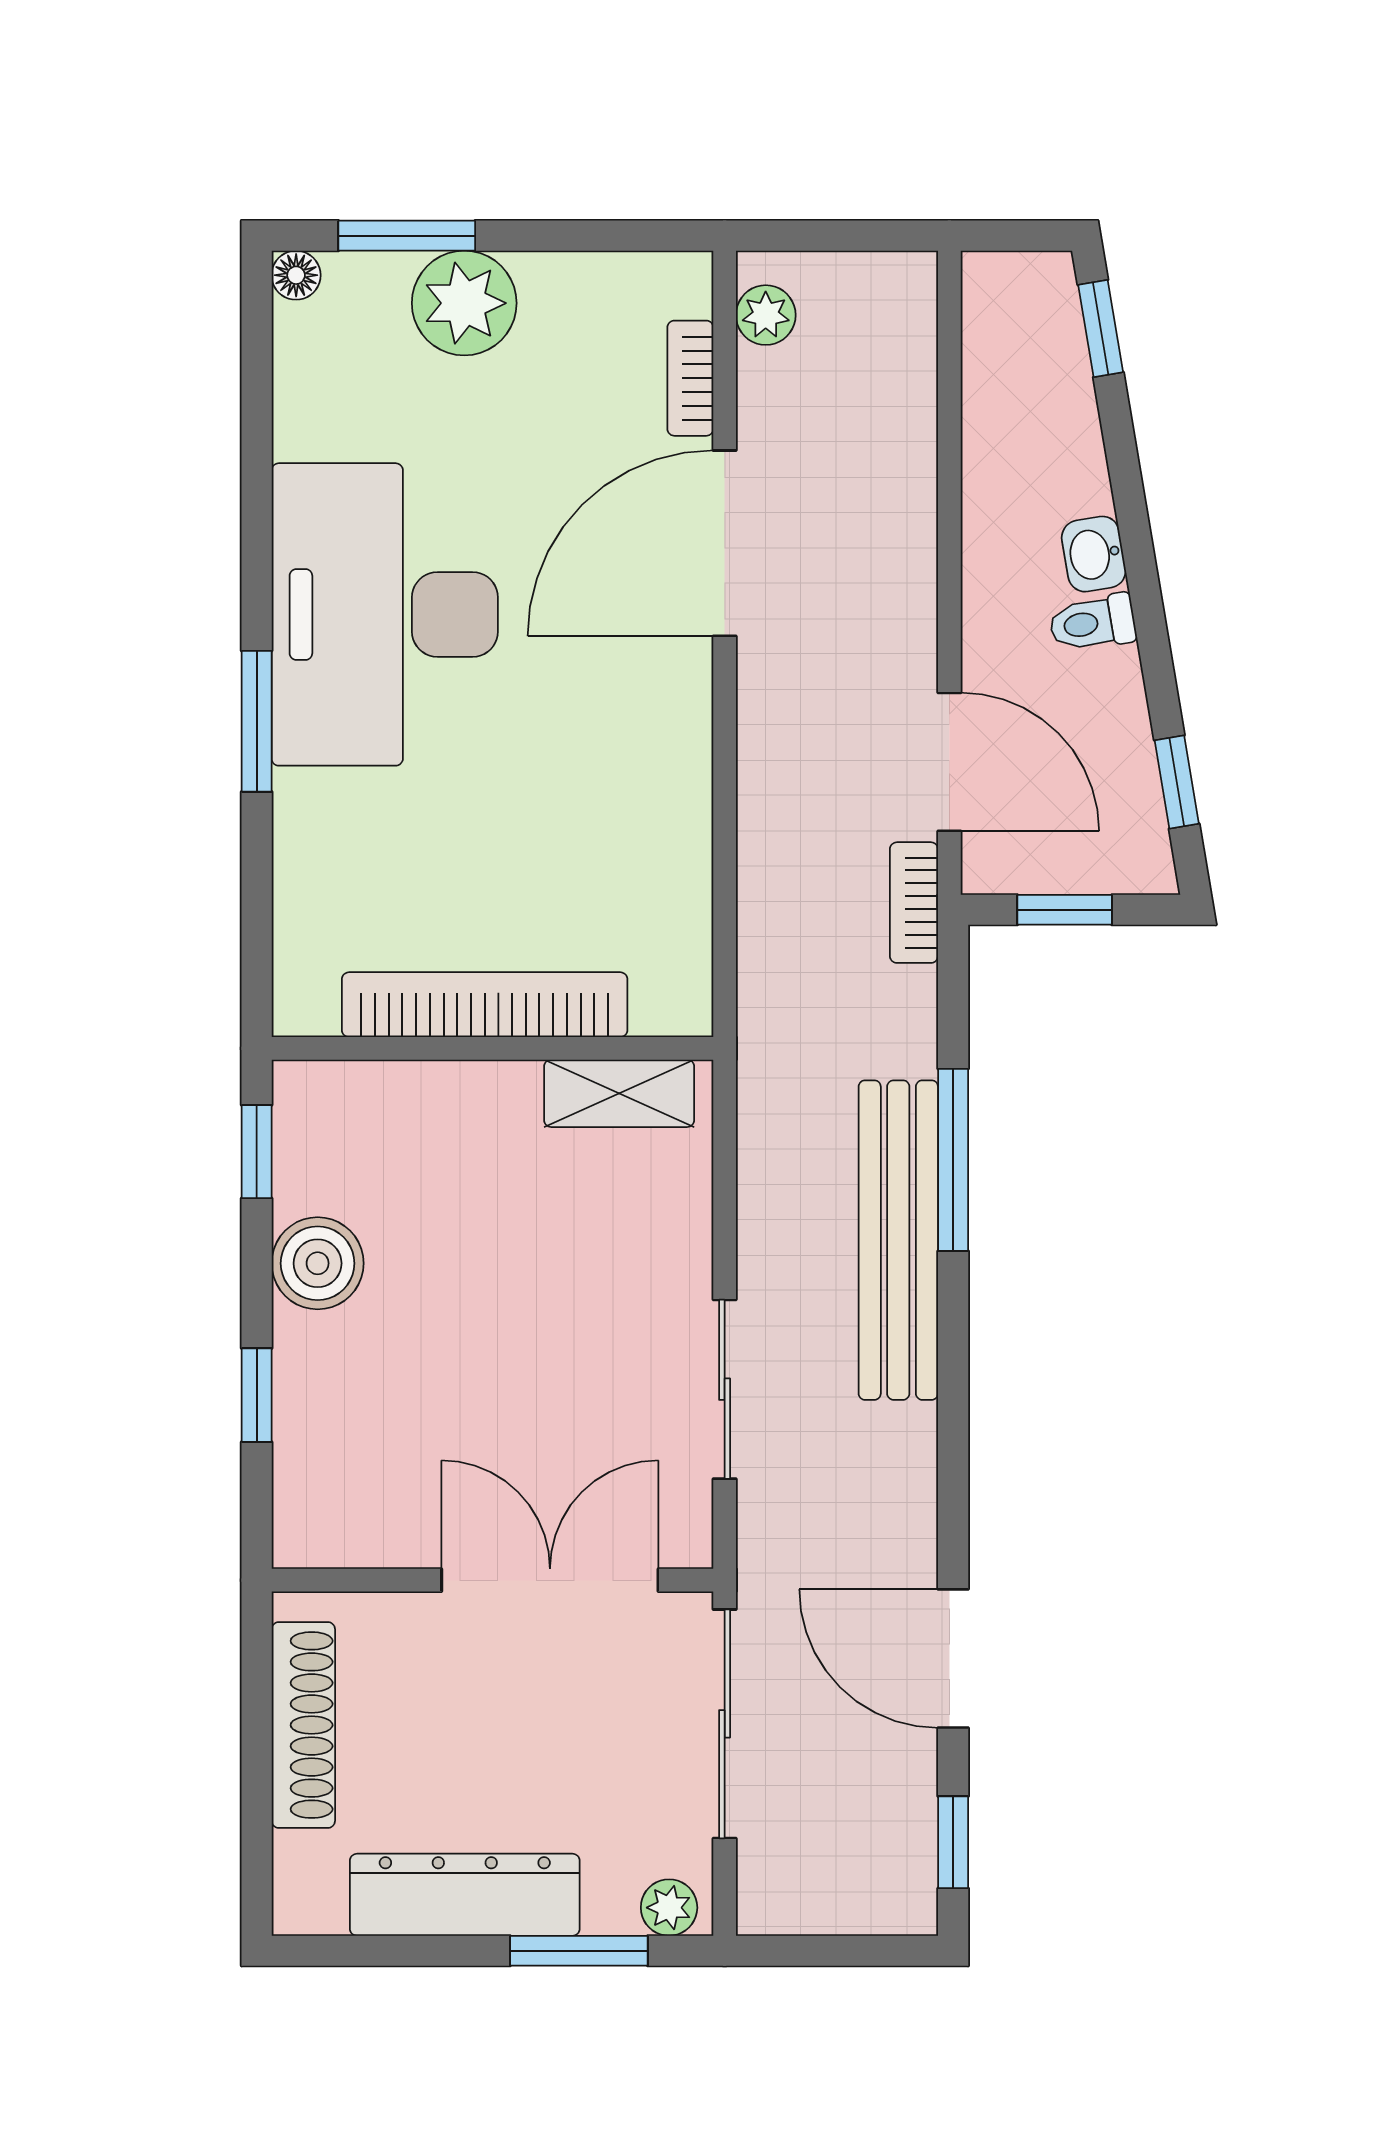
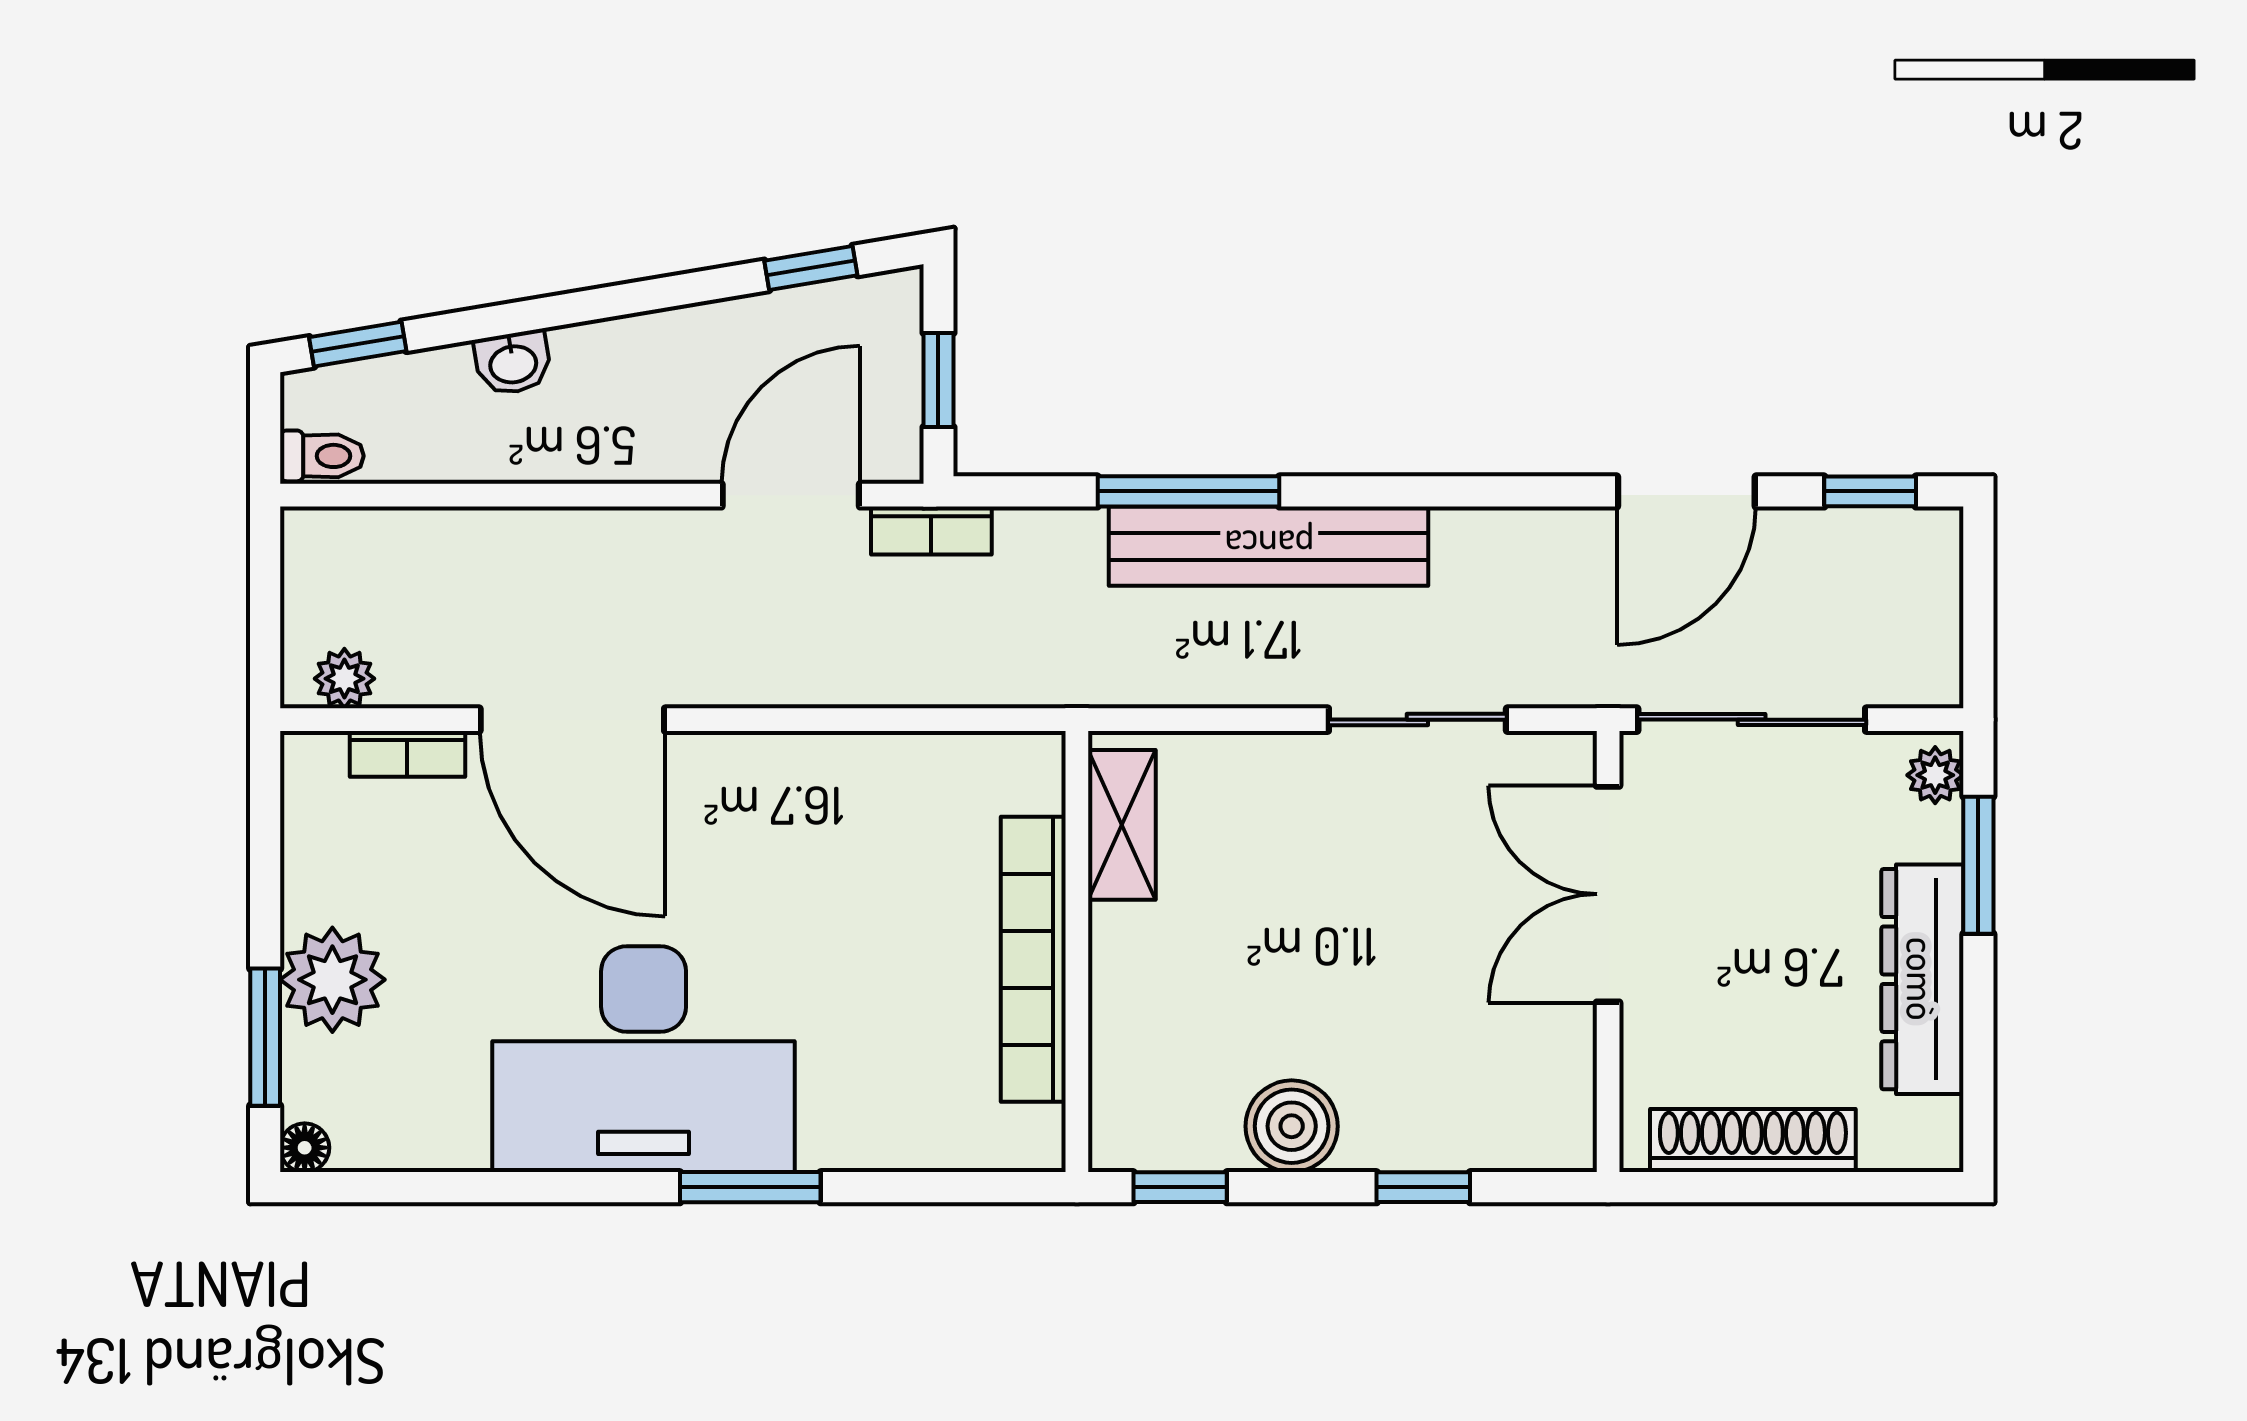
washbasin: (1094, 554) -> (513, 363), moved
toilet: (1093, 623) -> (322, 456), moved, turned -80

